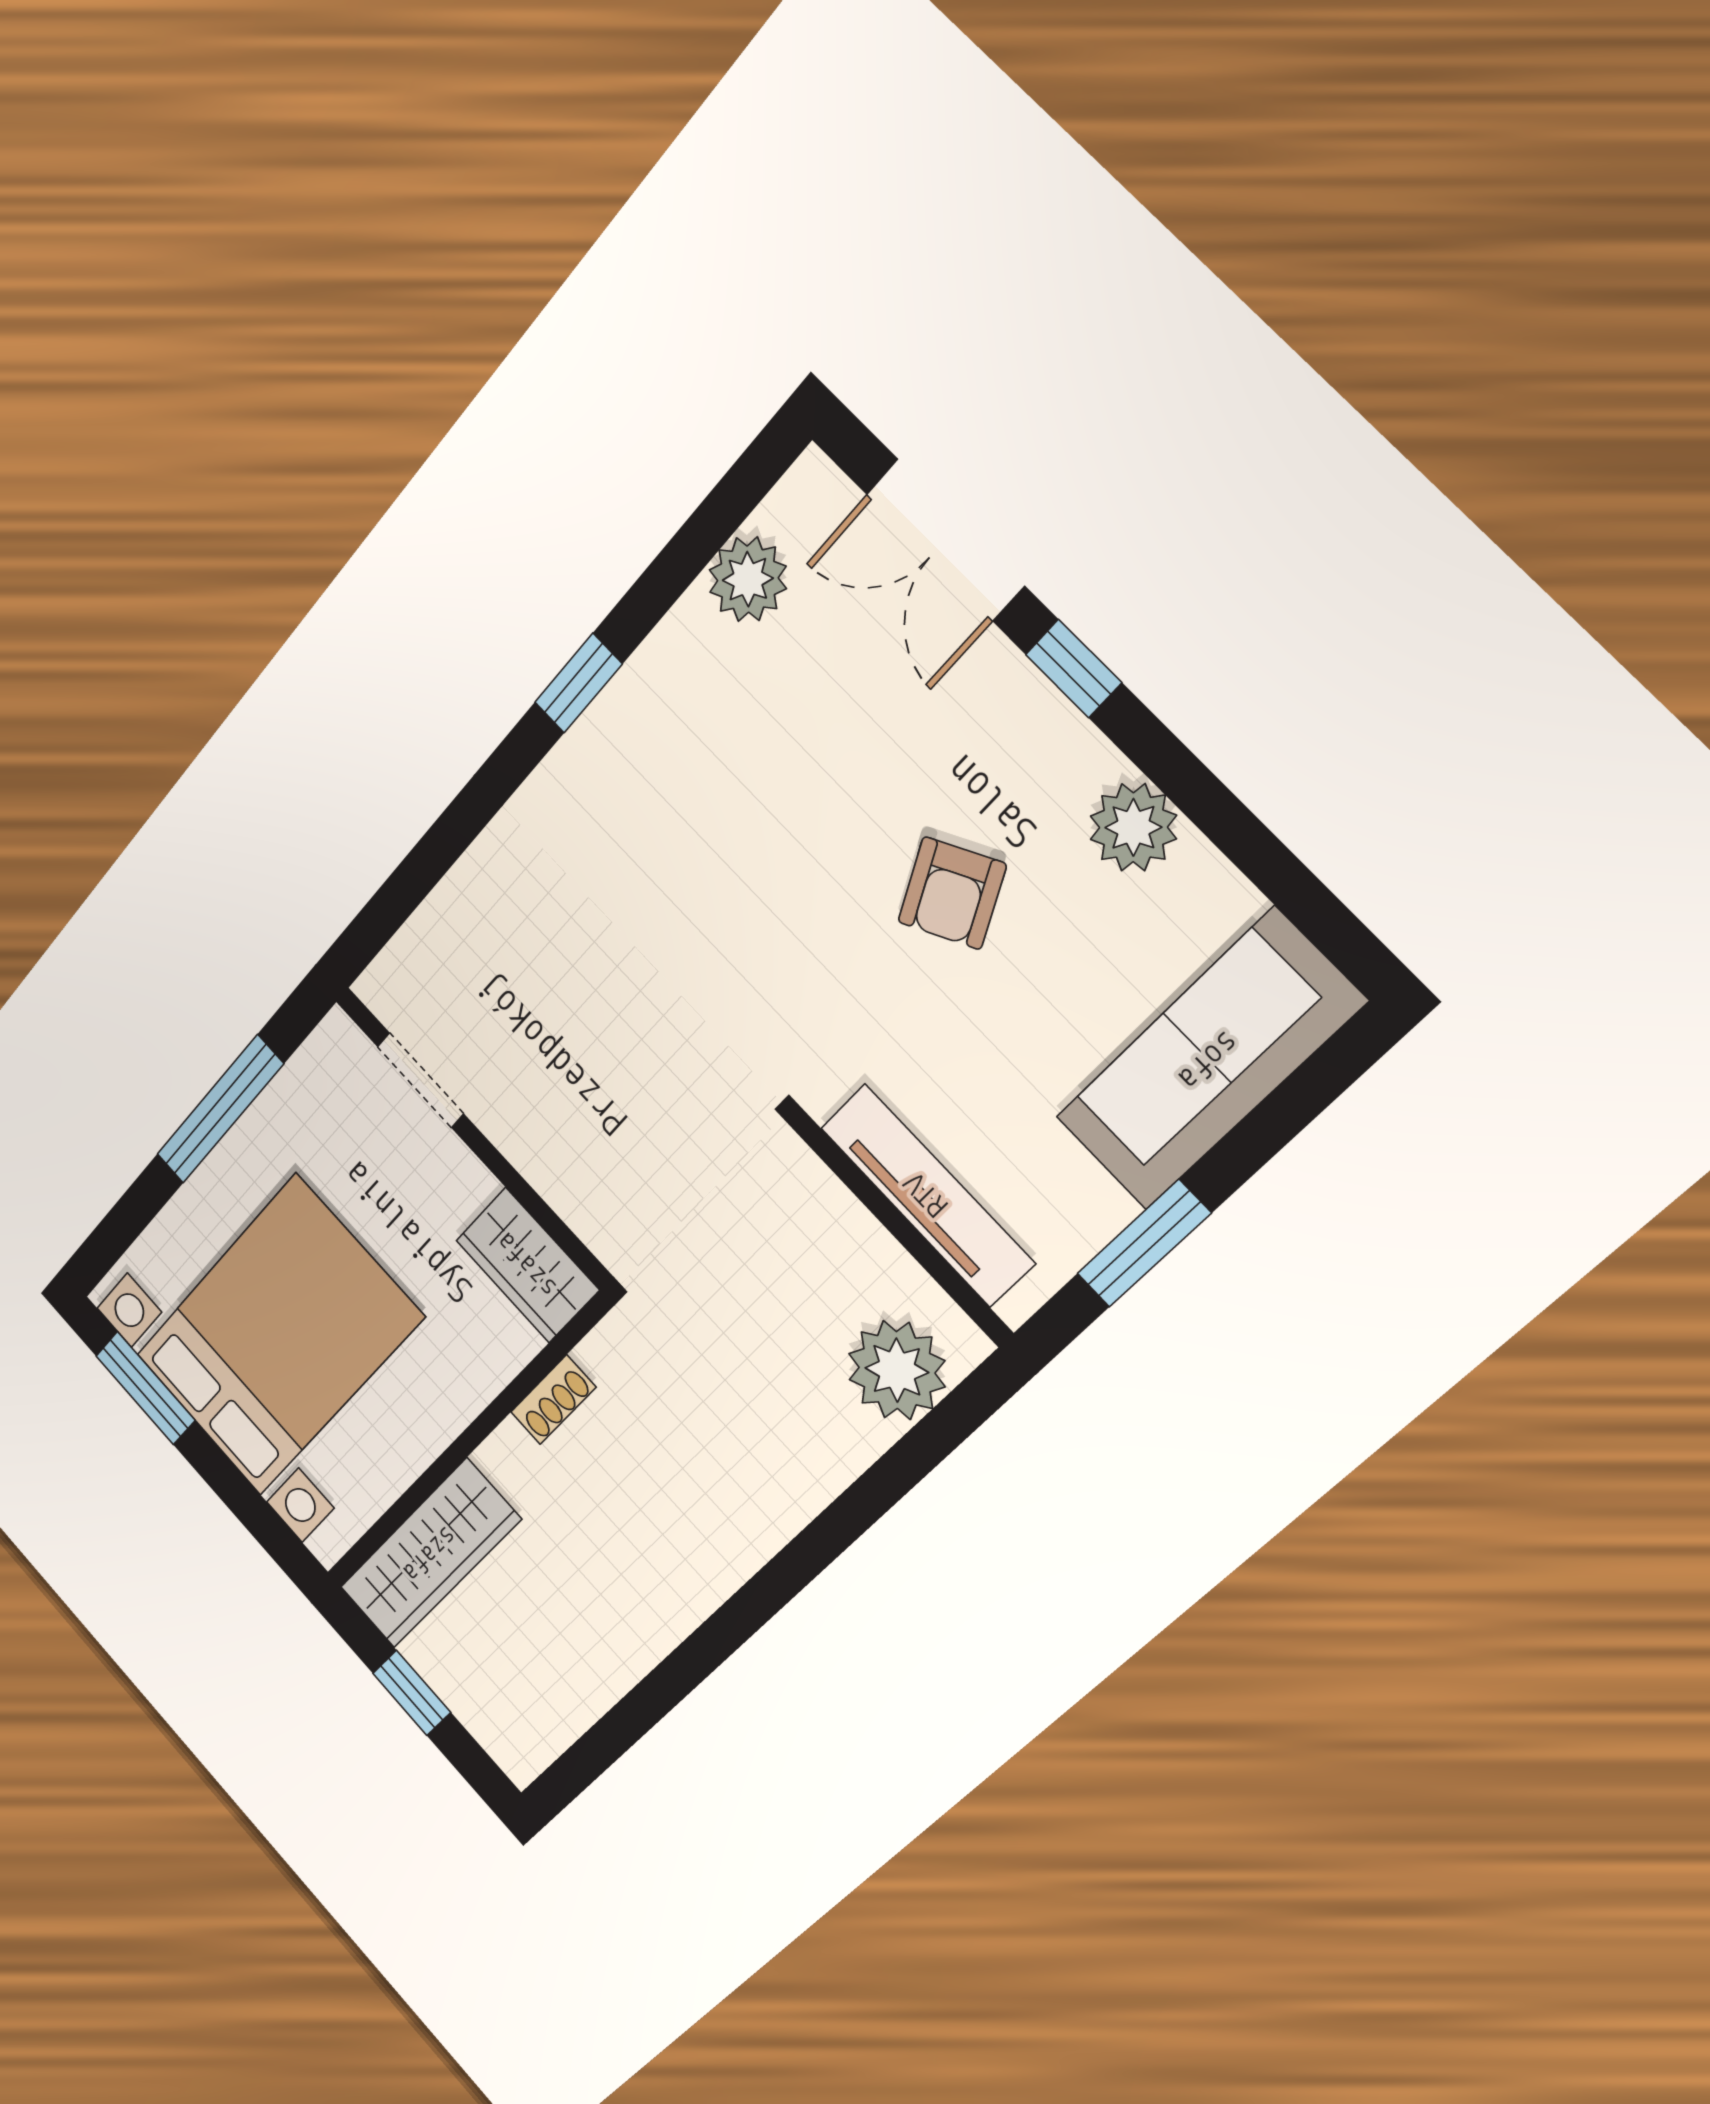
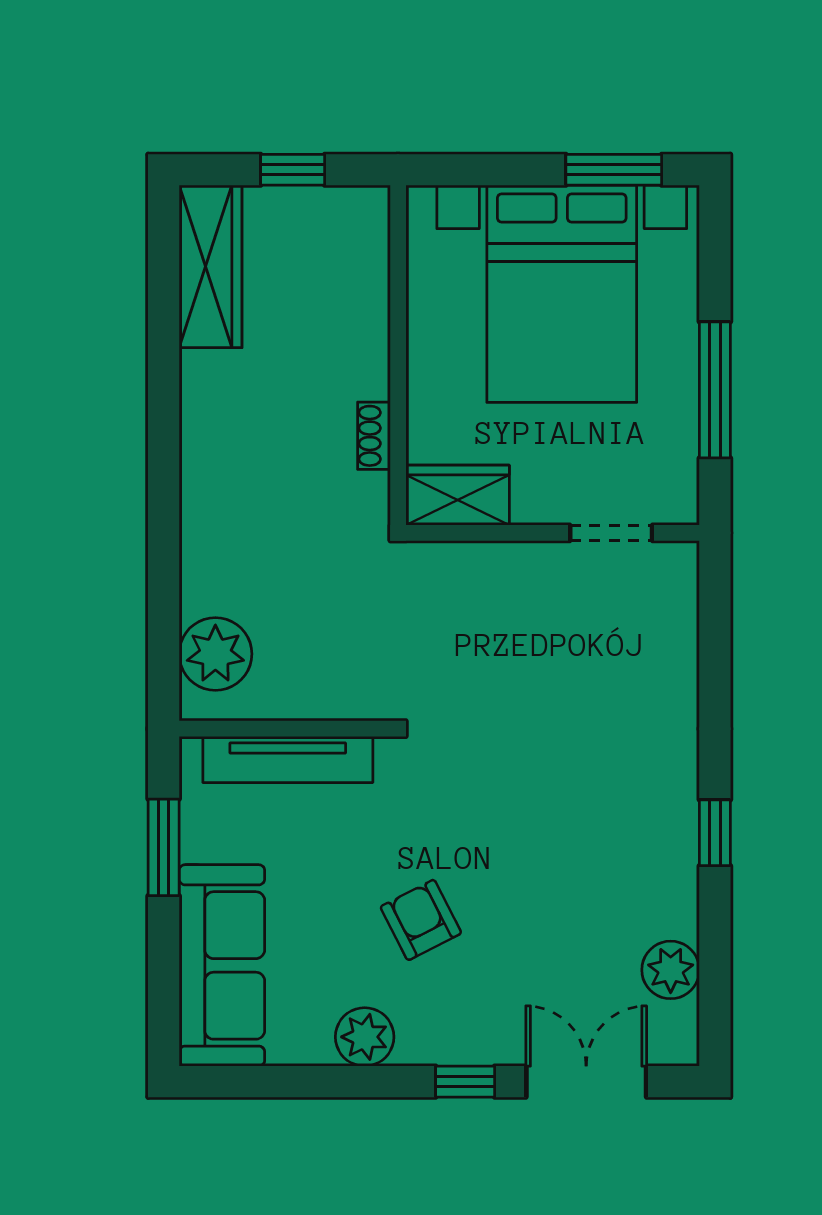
wardrobe: (430, 1554) -> (210, 266), moved, turned 180

